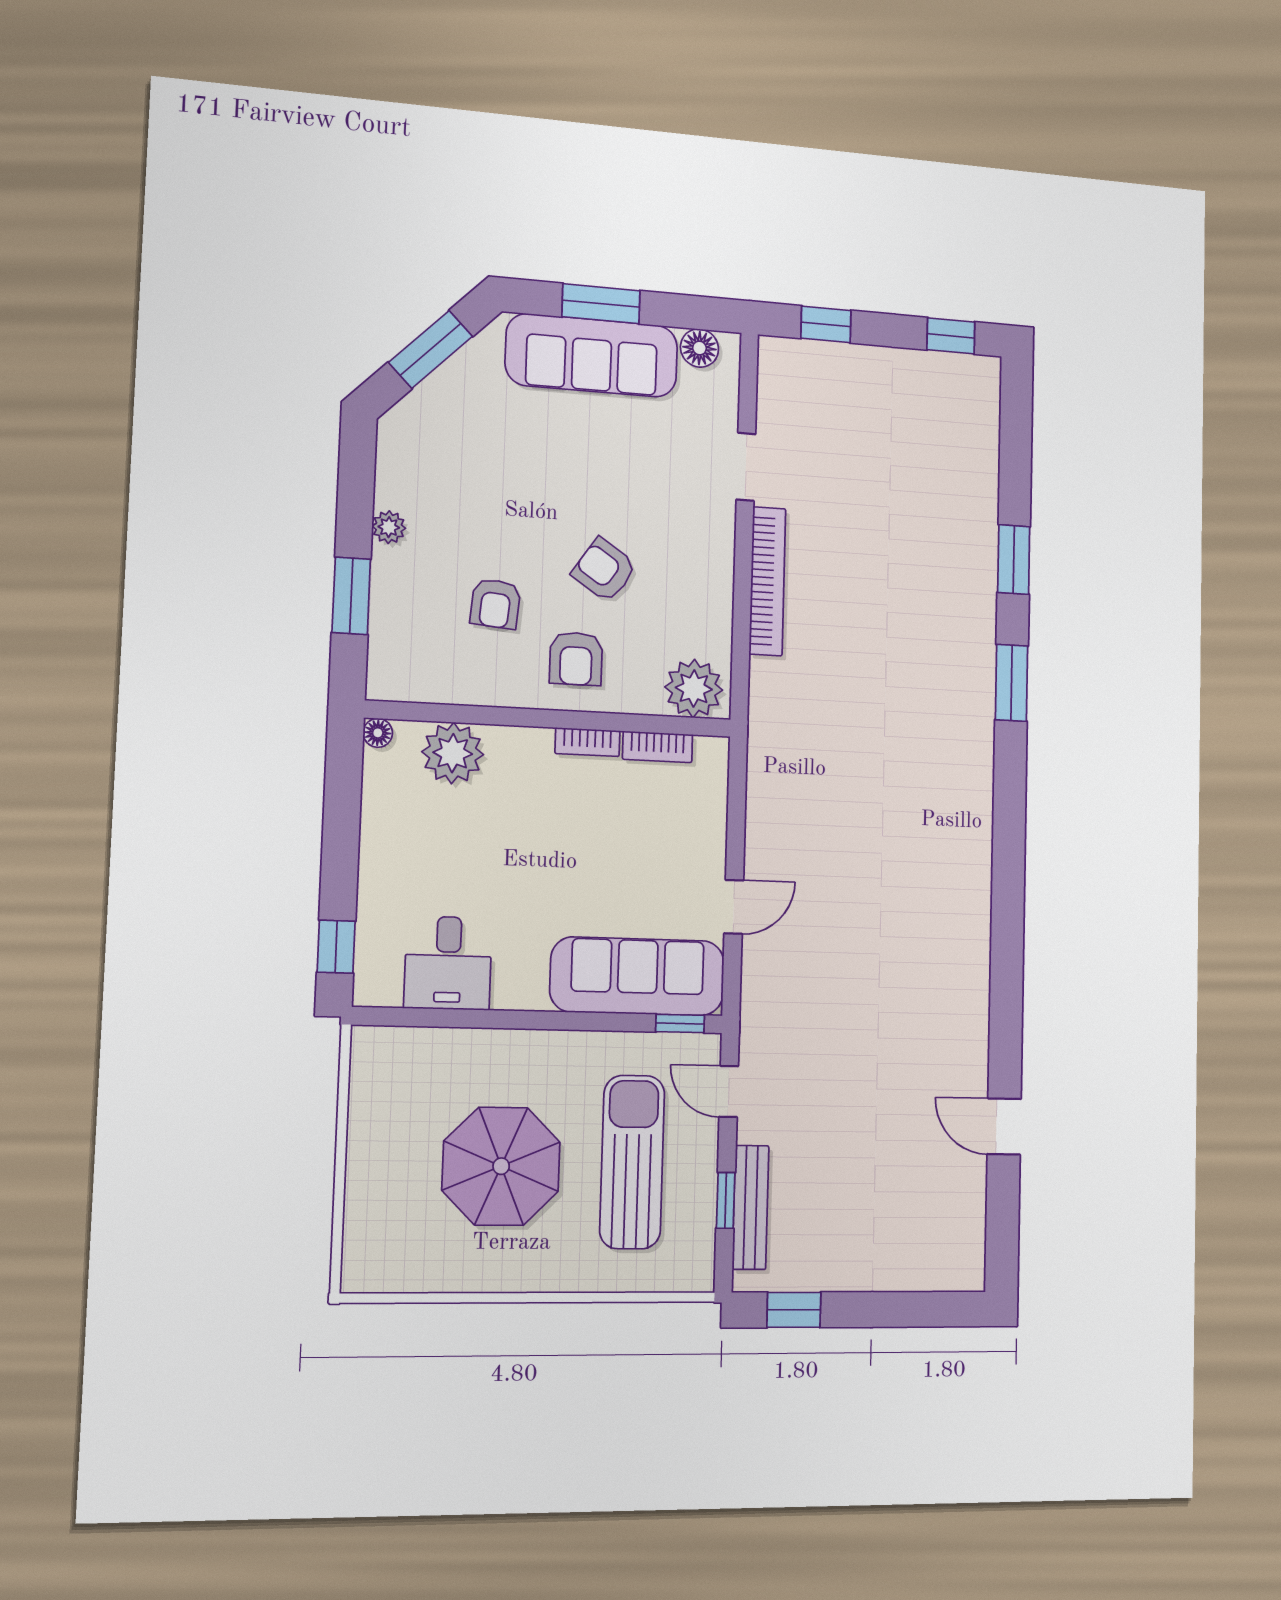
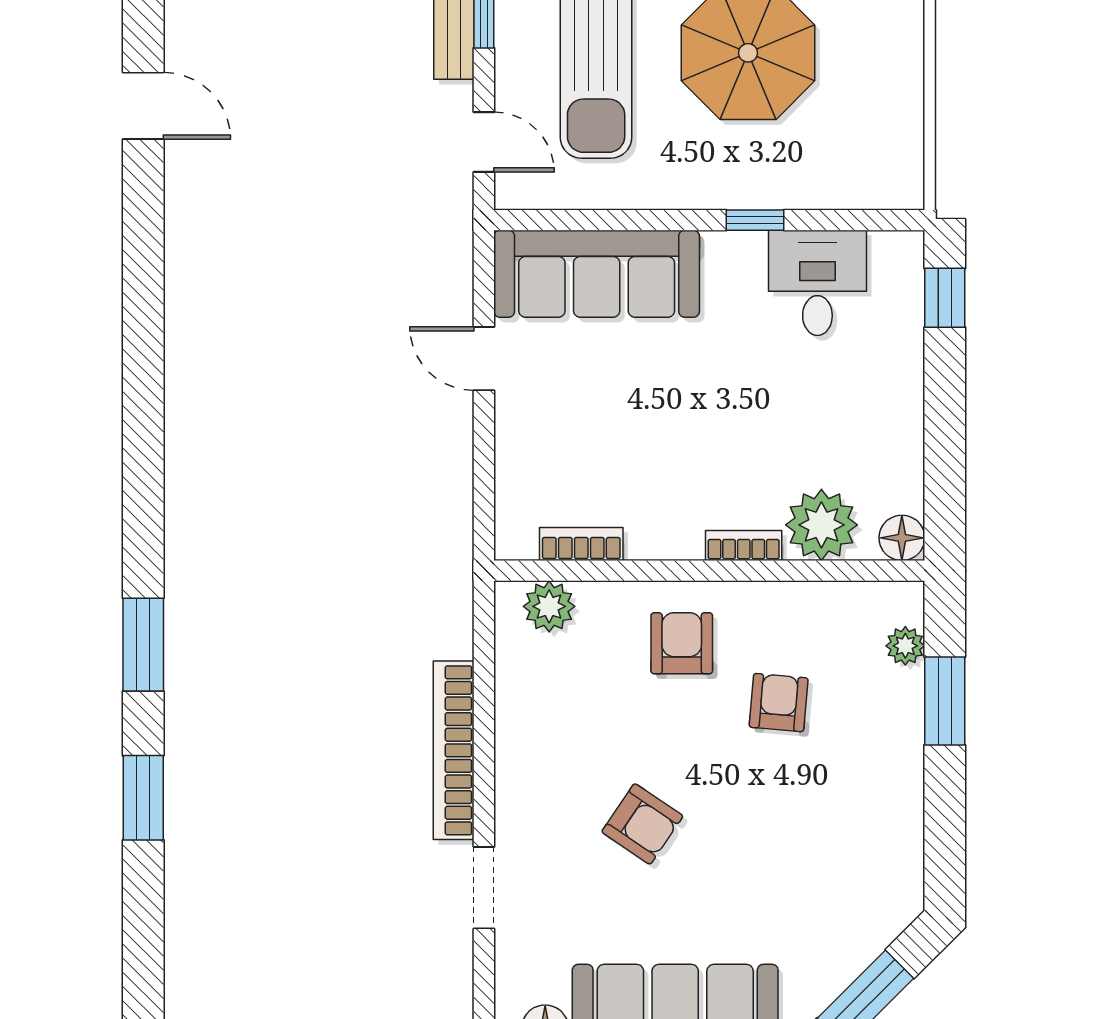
plant: (389, 527) -> (905, 646), moved
armchair: (604, 570) -> (642, 824), moved
plant: (694, 688) -> (549, 606), width x0.73, depth x0.73
floor lamp: (378, 733) -> (902, 538), width x1.37, depth x1.37
bookcase: (587, 742) -> (744, 545), moved
door: (734, 907) -> (484, 359), hinge flipped
window: (680, 1023) -> (755, 220), moved

